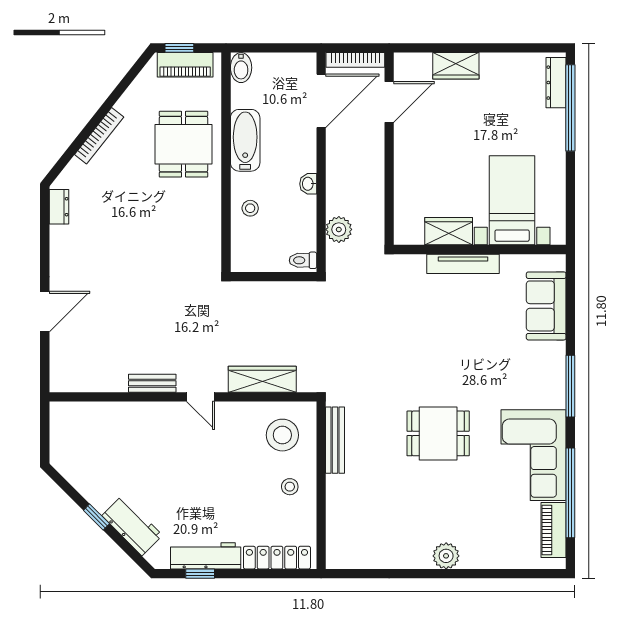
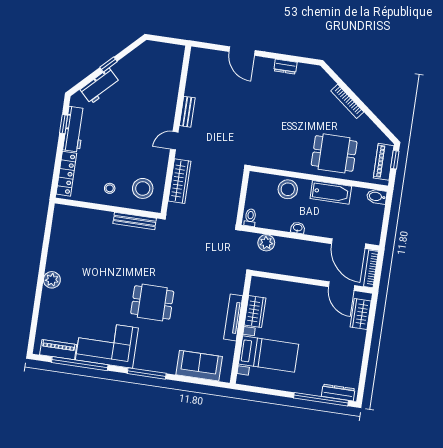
wardrobe: (456, 66) -> (361, 314), moved
dresser: (59, 207) -> (285, 67), moved
stool: (250, 208) -> (288, 189), width x1.89, depth x1.89
dining table: (438, 433) -> (152, 302), moved, turned 90

